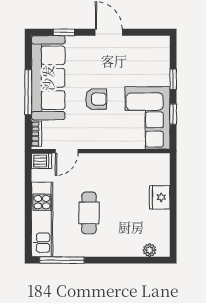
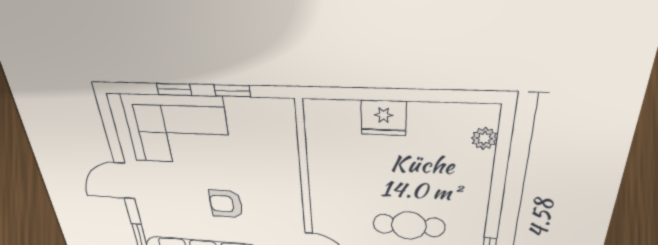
armchair: (96, 99) -> (226, 204), turned -90
corner sofa: (147, 118) -> (177, 130), moved

